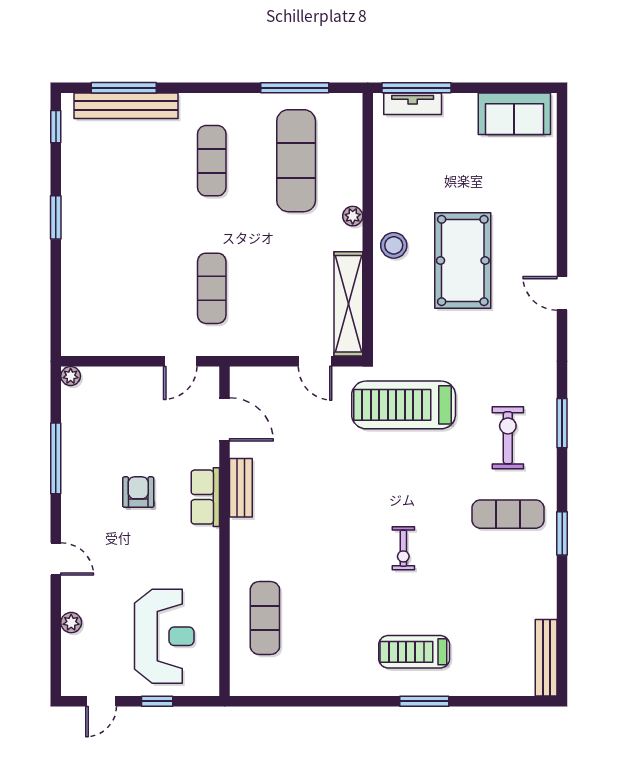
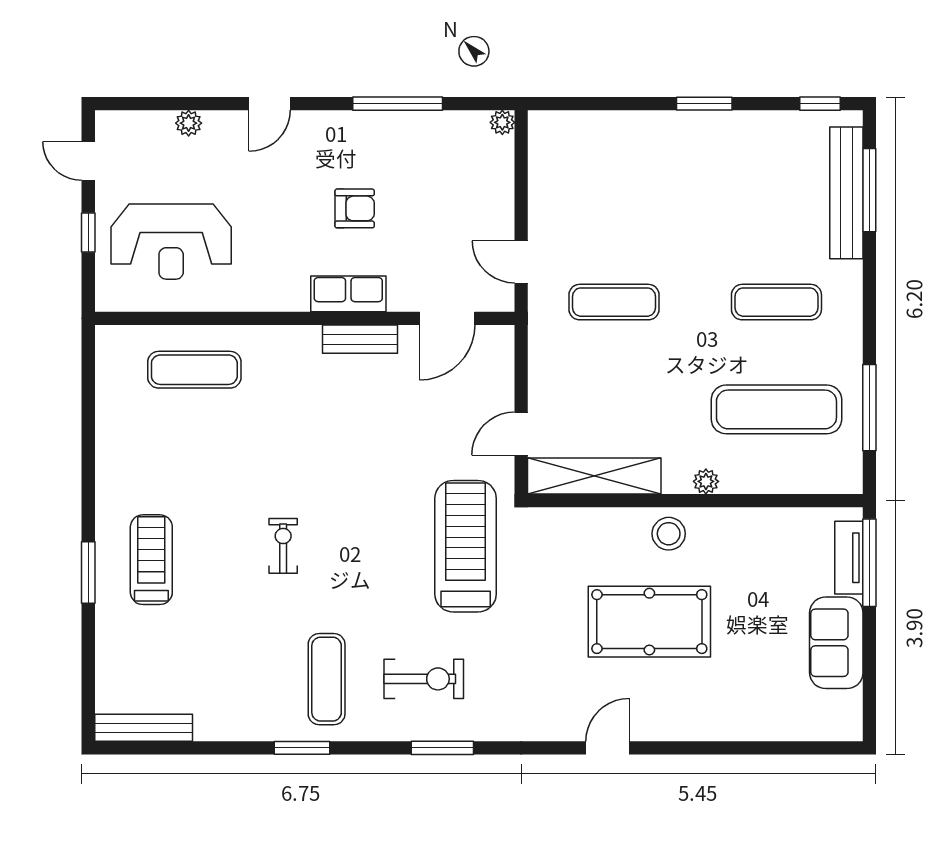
sofa: (514, 114) -> (836, 643), moved
exercise bike: (403, 548) -> (283, 546), turned 90

